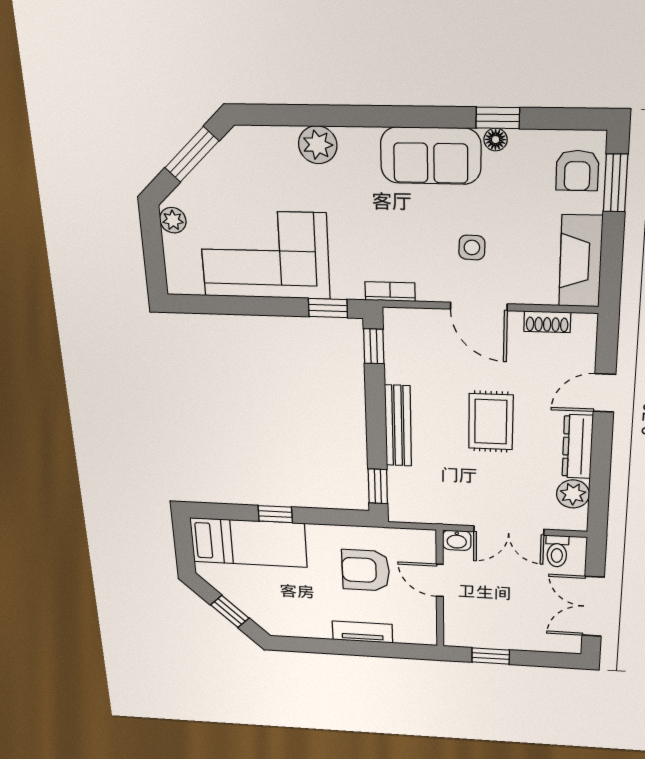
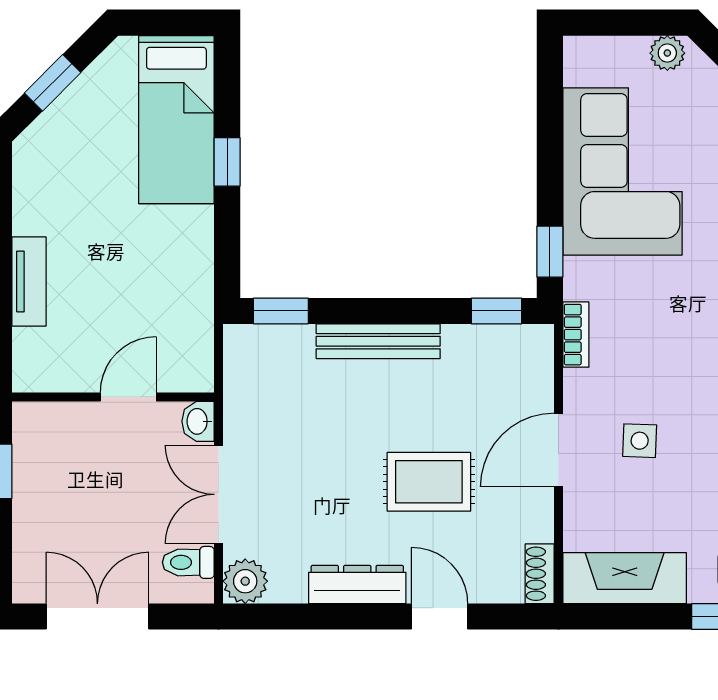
shoe rack: (547, 322) -> (540, 574), moved
rug: (491, 422) -> (429, 482), moved
plant: (573, 494) -> (245, 581), moved
armchair: (366, 570) -> (139, 290), removed

